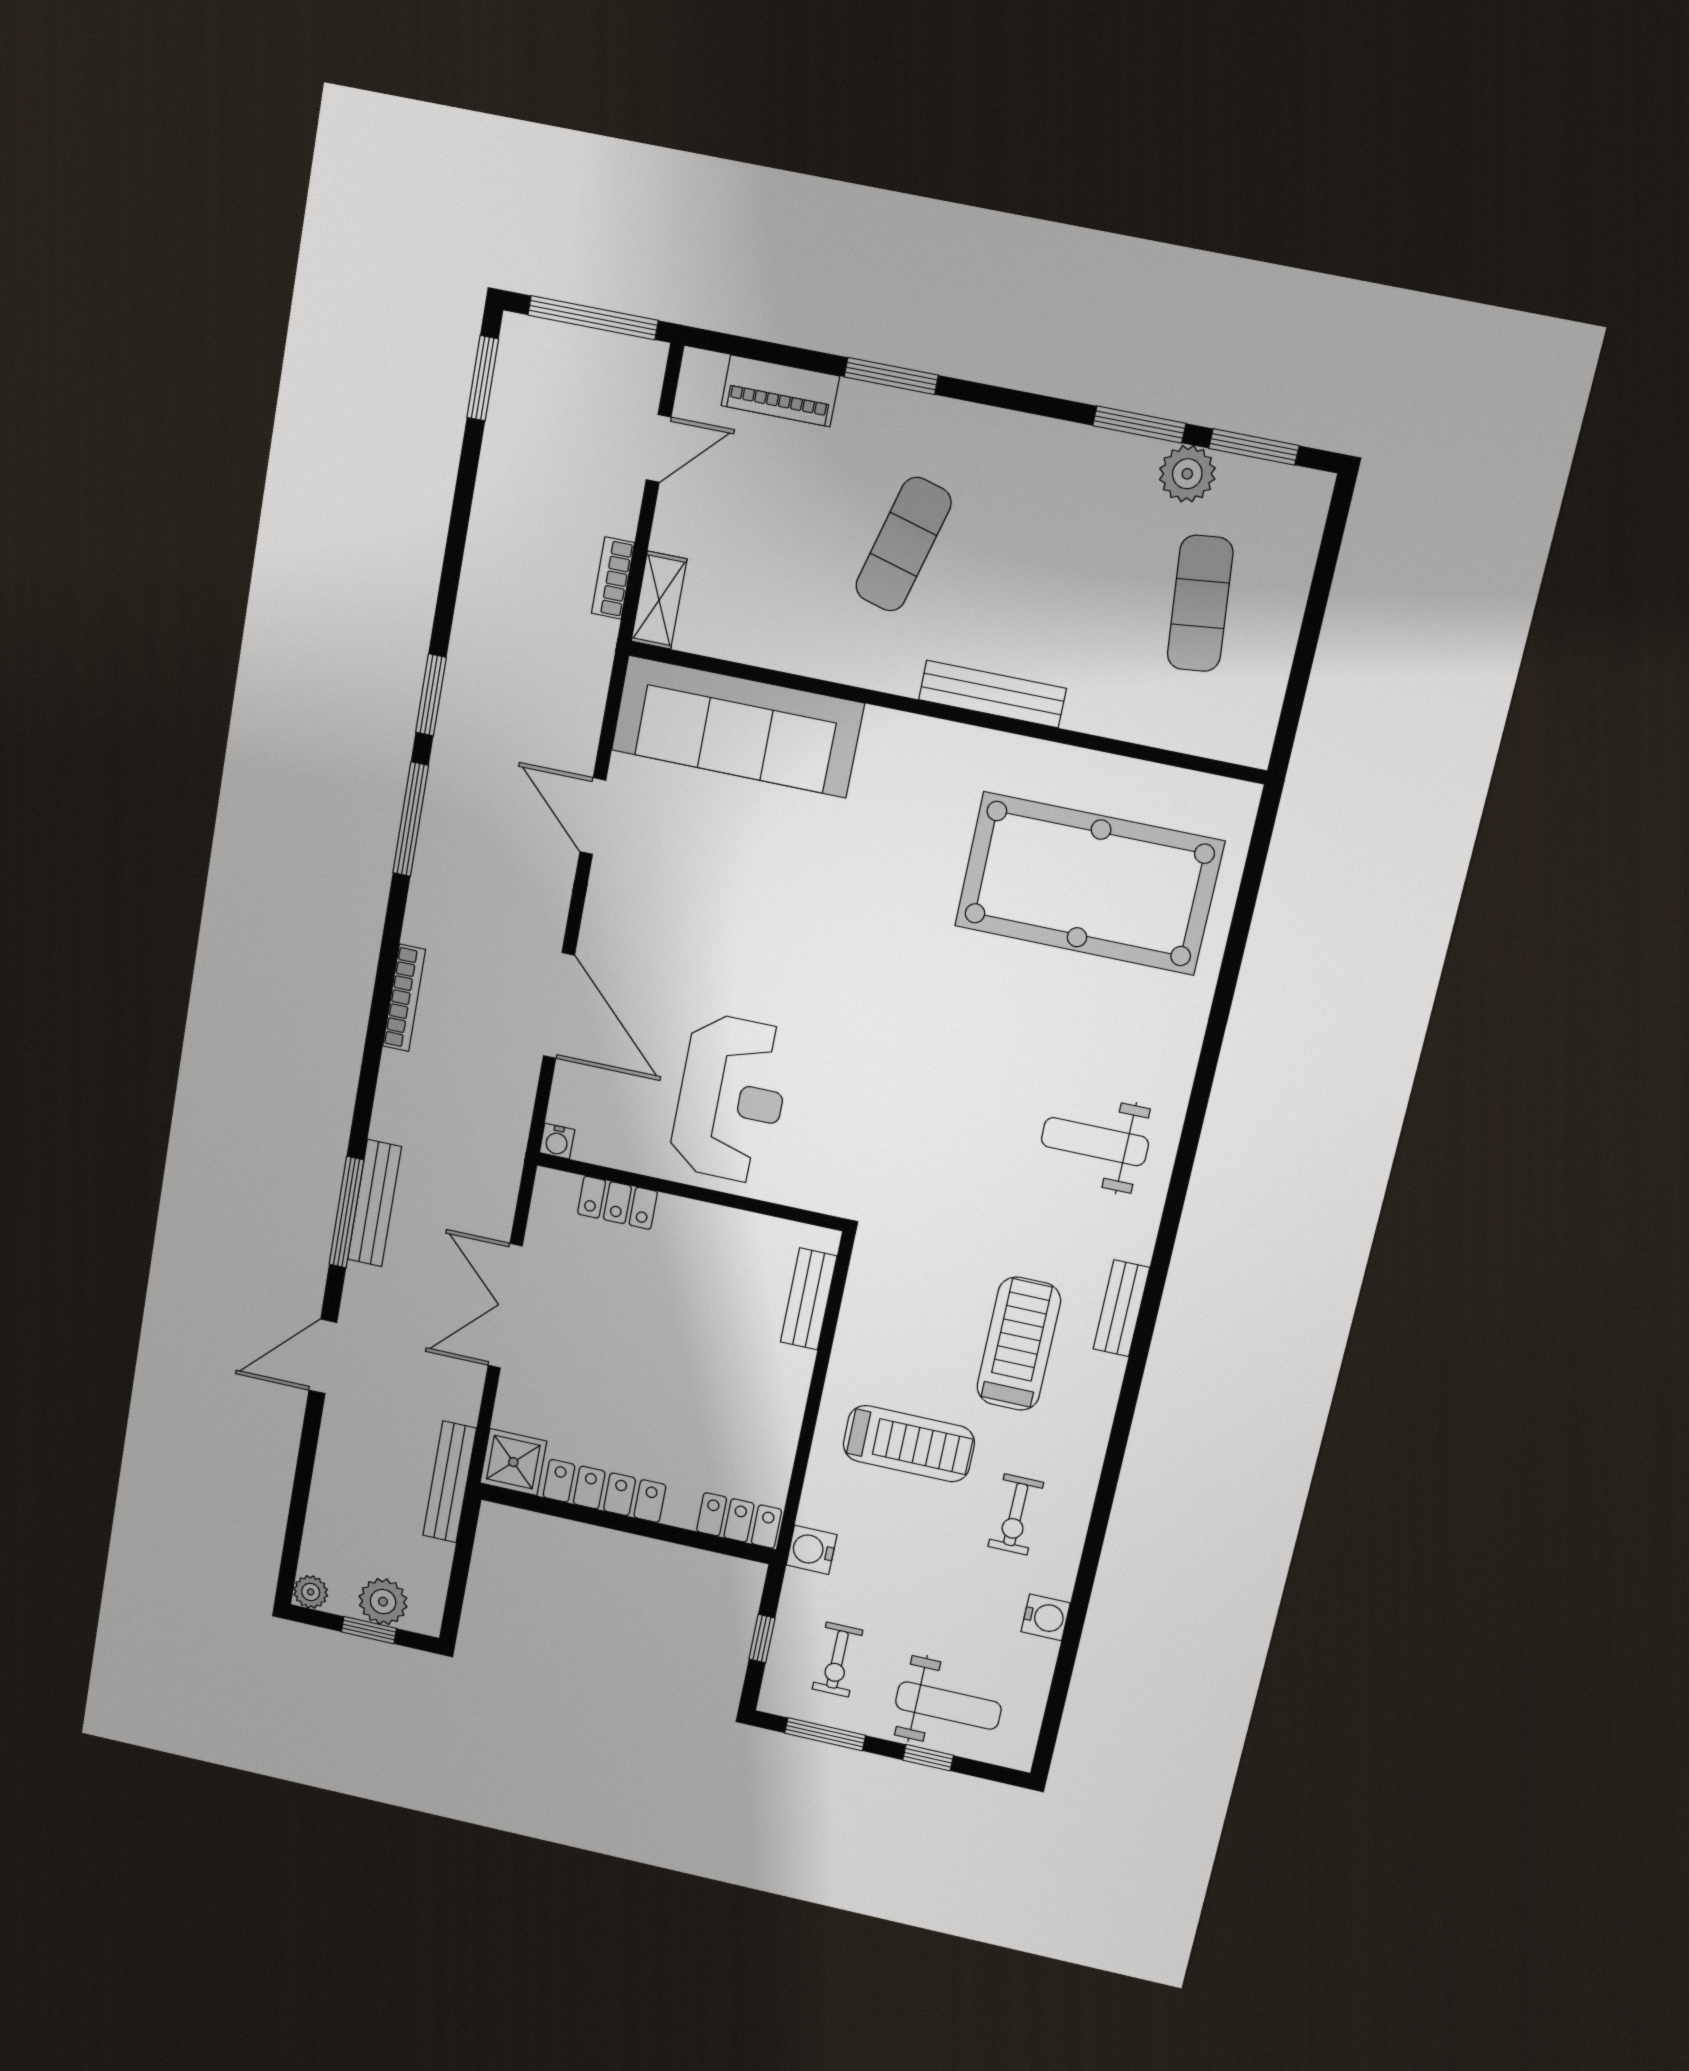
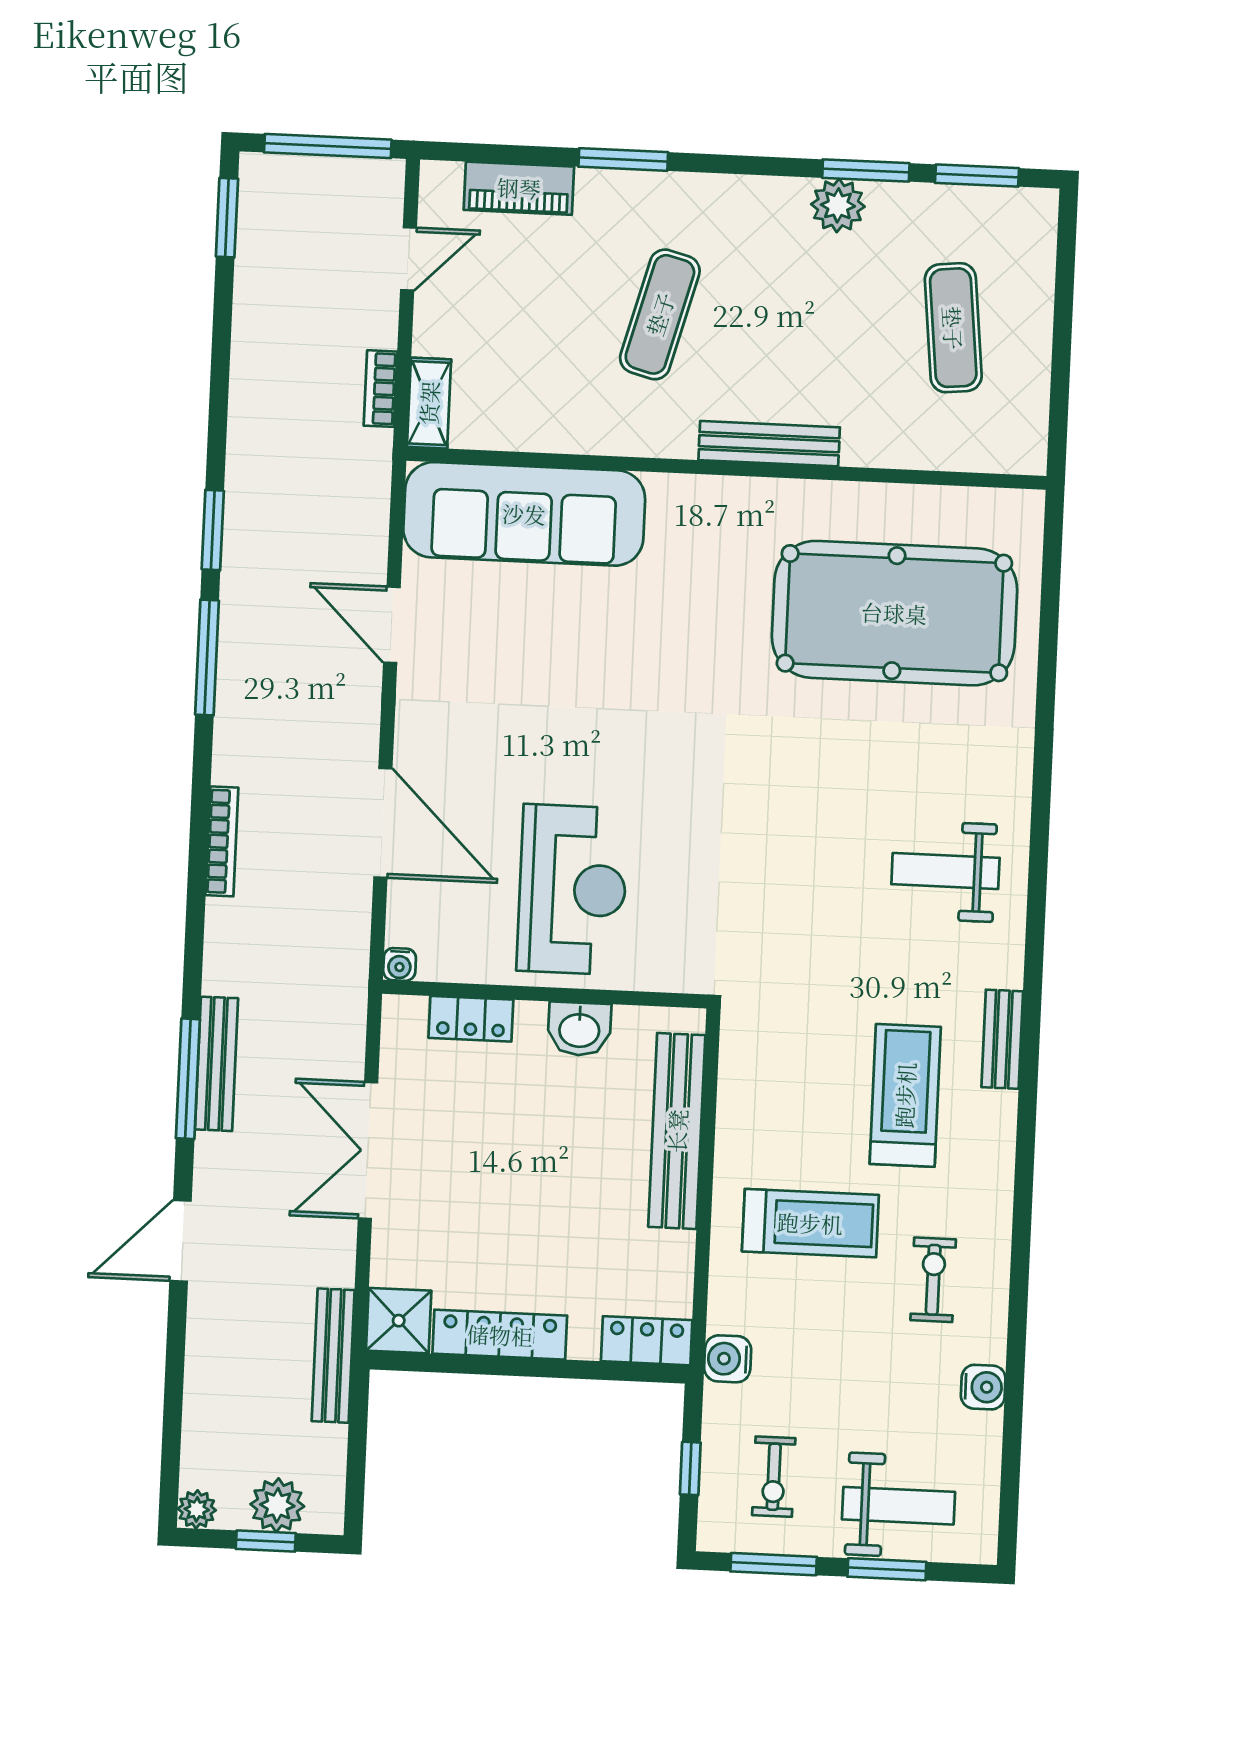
plant: (1187, 474) -> (838, 205), moved
washbasin: (718, 1230) -> (579, 1029), added
bench: (809, 1299) -> (677, 1131), width x1.86, depth x1.21
exercise bike: (1016, 1515) -> (933, 1280), turned 180
window: (928, 1758) -> (887, 1569), width x1.50

